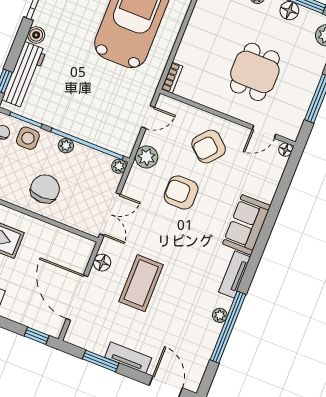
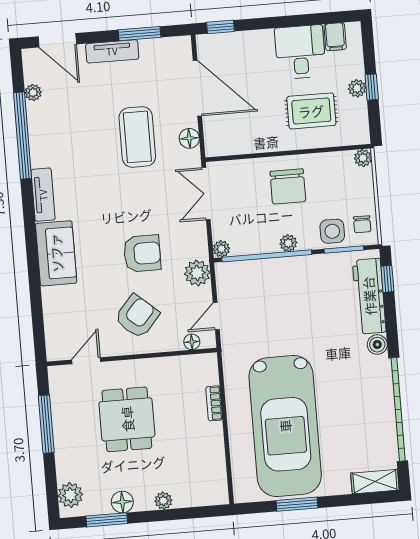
bookcase: (172, 78) -> (214, 403), moved
floor lamp: (286, 150) -> (192, 342), moved
plant: (220, 315) -> (33, 92), moved

